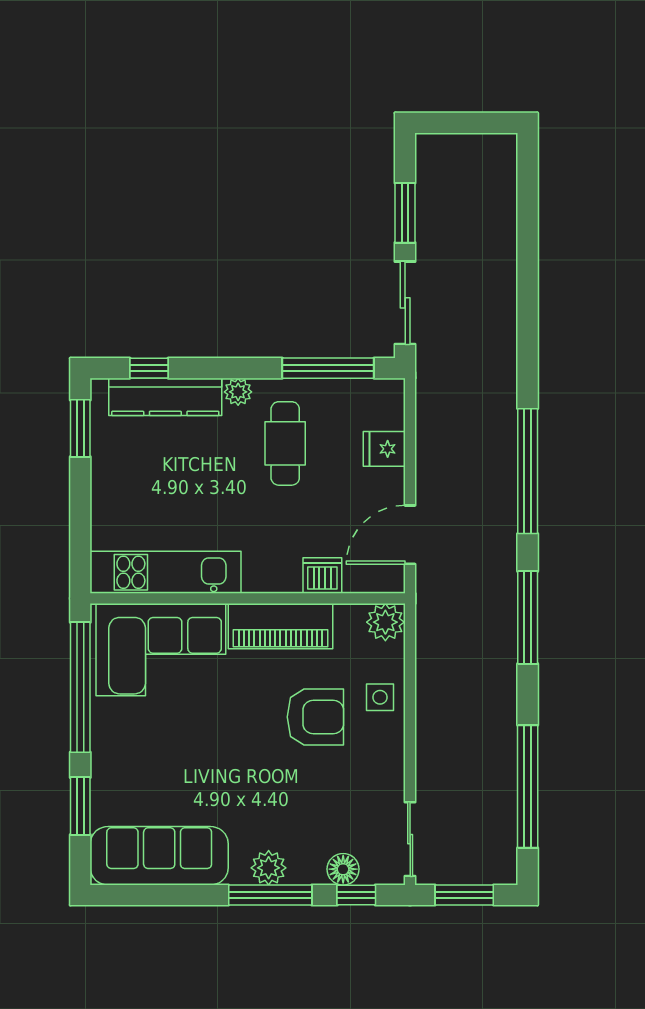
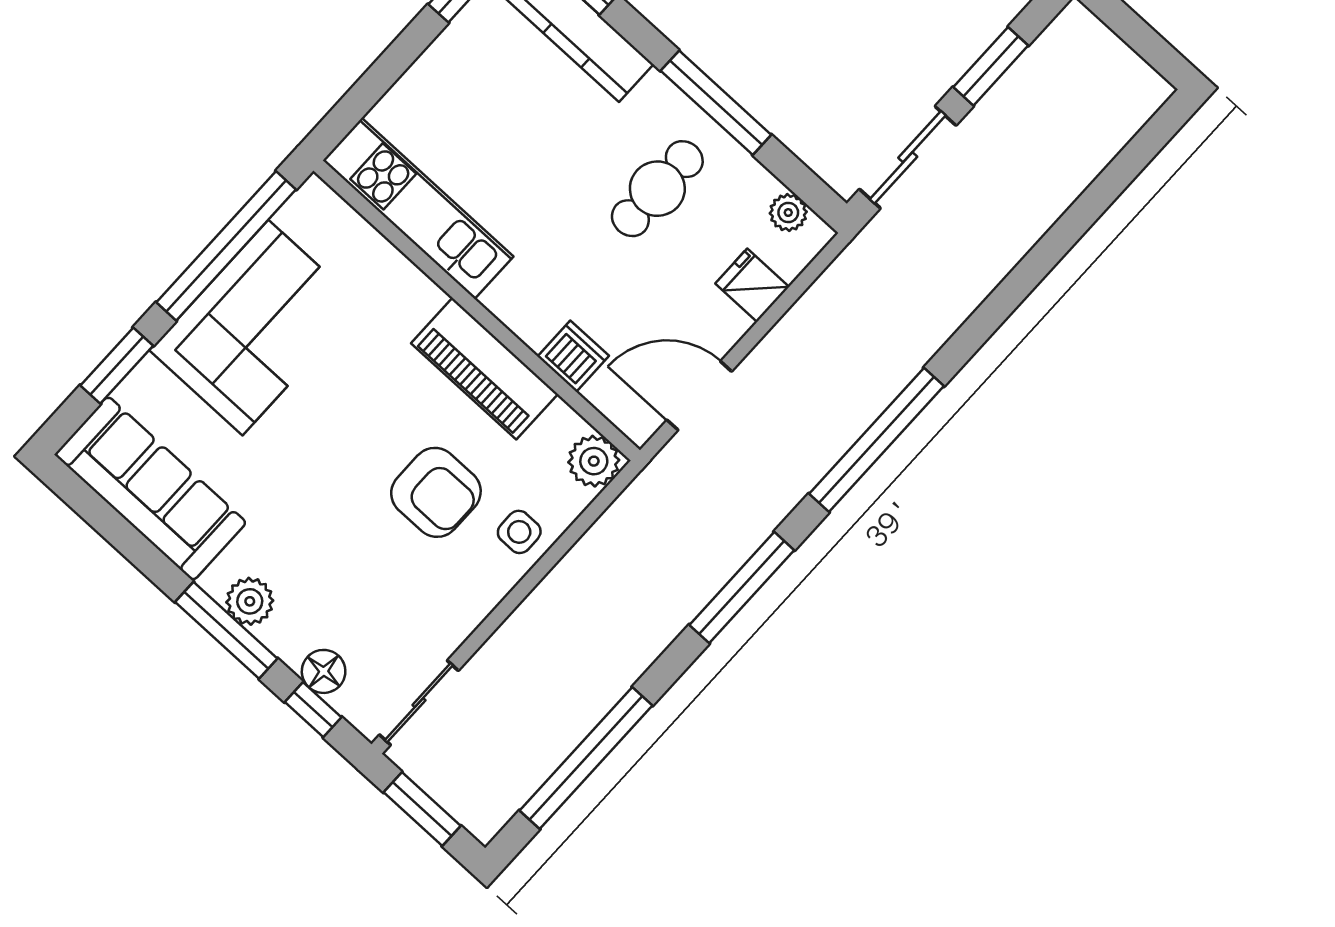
window: (328, 368) -> (716, 103), moved
plant: (238, 392) -> (788, 213), moved
corner sofa: (161, 650) -> (255, 328), moved, turned -90

